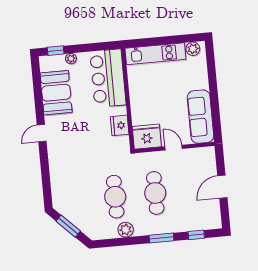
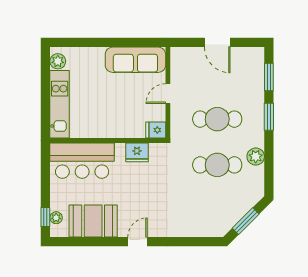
plant: (71, 59) -> (56, 218), moved
door: (42, 133) -> (138, 242), swing flipped
fridge: (147, 137) -> (156, 130), width x0.53, depth x0.75
window: (196, 235) -> (269, 77), width x1.50

